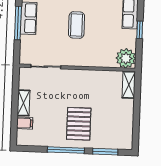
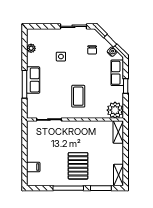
coffee table: (77, 25) -> (78, 96), moved
shelving: (23, 103) -> (118, 175), moved

